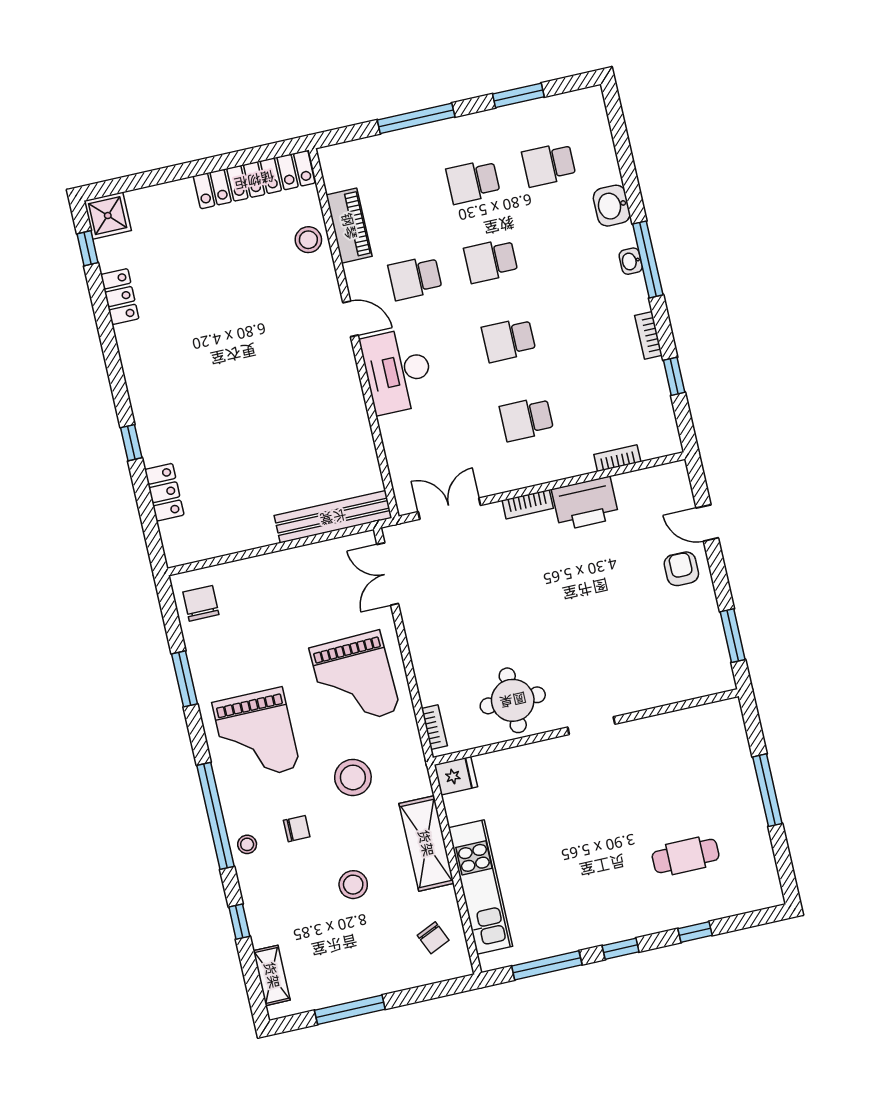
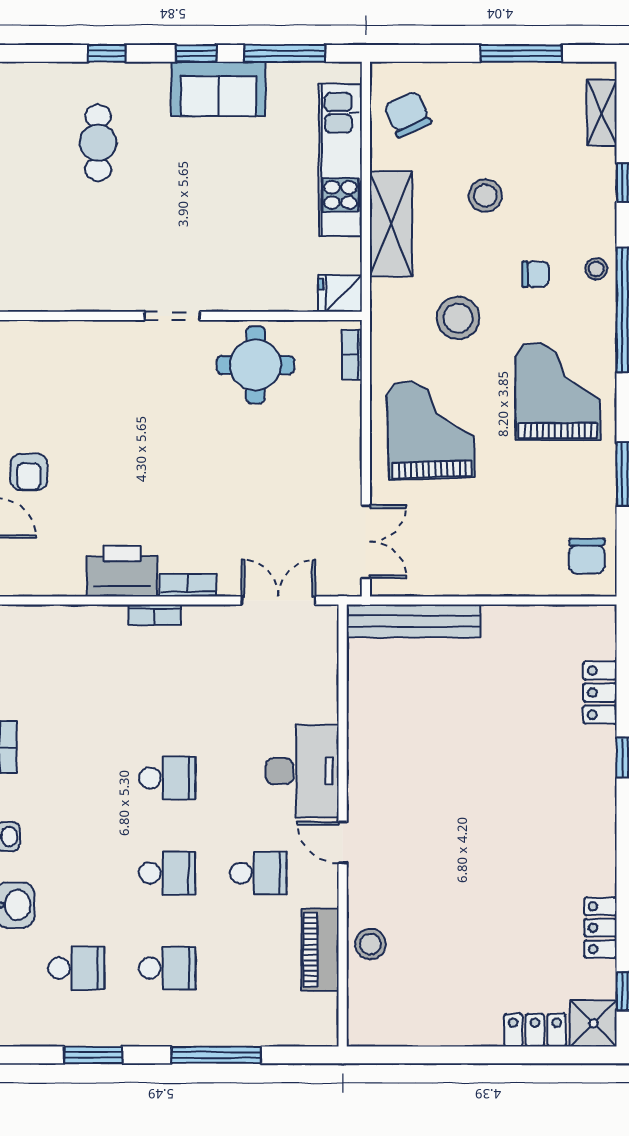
locker: (254, 180) -> (535, 1030), moved, width x0.46, depth x0.83
school desk: (527, 419) -> (167, 683), removed
bookcase: (617, 458) -> (154, 615), moved
double door: (449, 509) -> (278, 600), swing flipped
chair: (297, 829) -> (535, 274), turned 180
cafe table: (686, 856) -> (98, 143), turned 90
sofa: (595, 923) -> (219, 89), added
chair: (433, 938) -> (408, 114), width x1.37, depth x1.37

